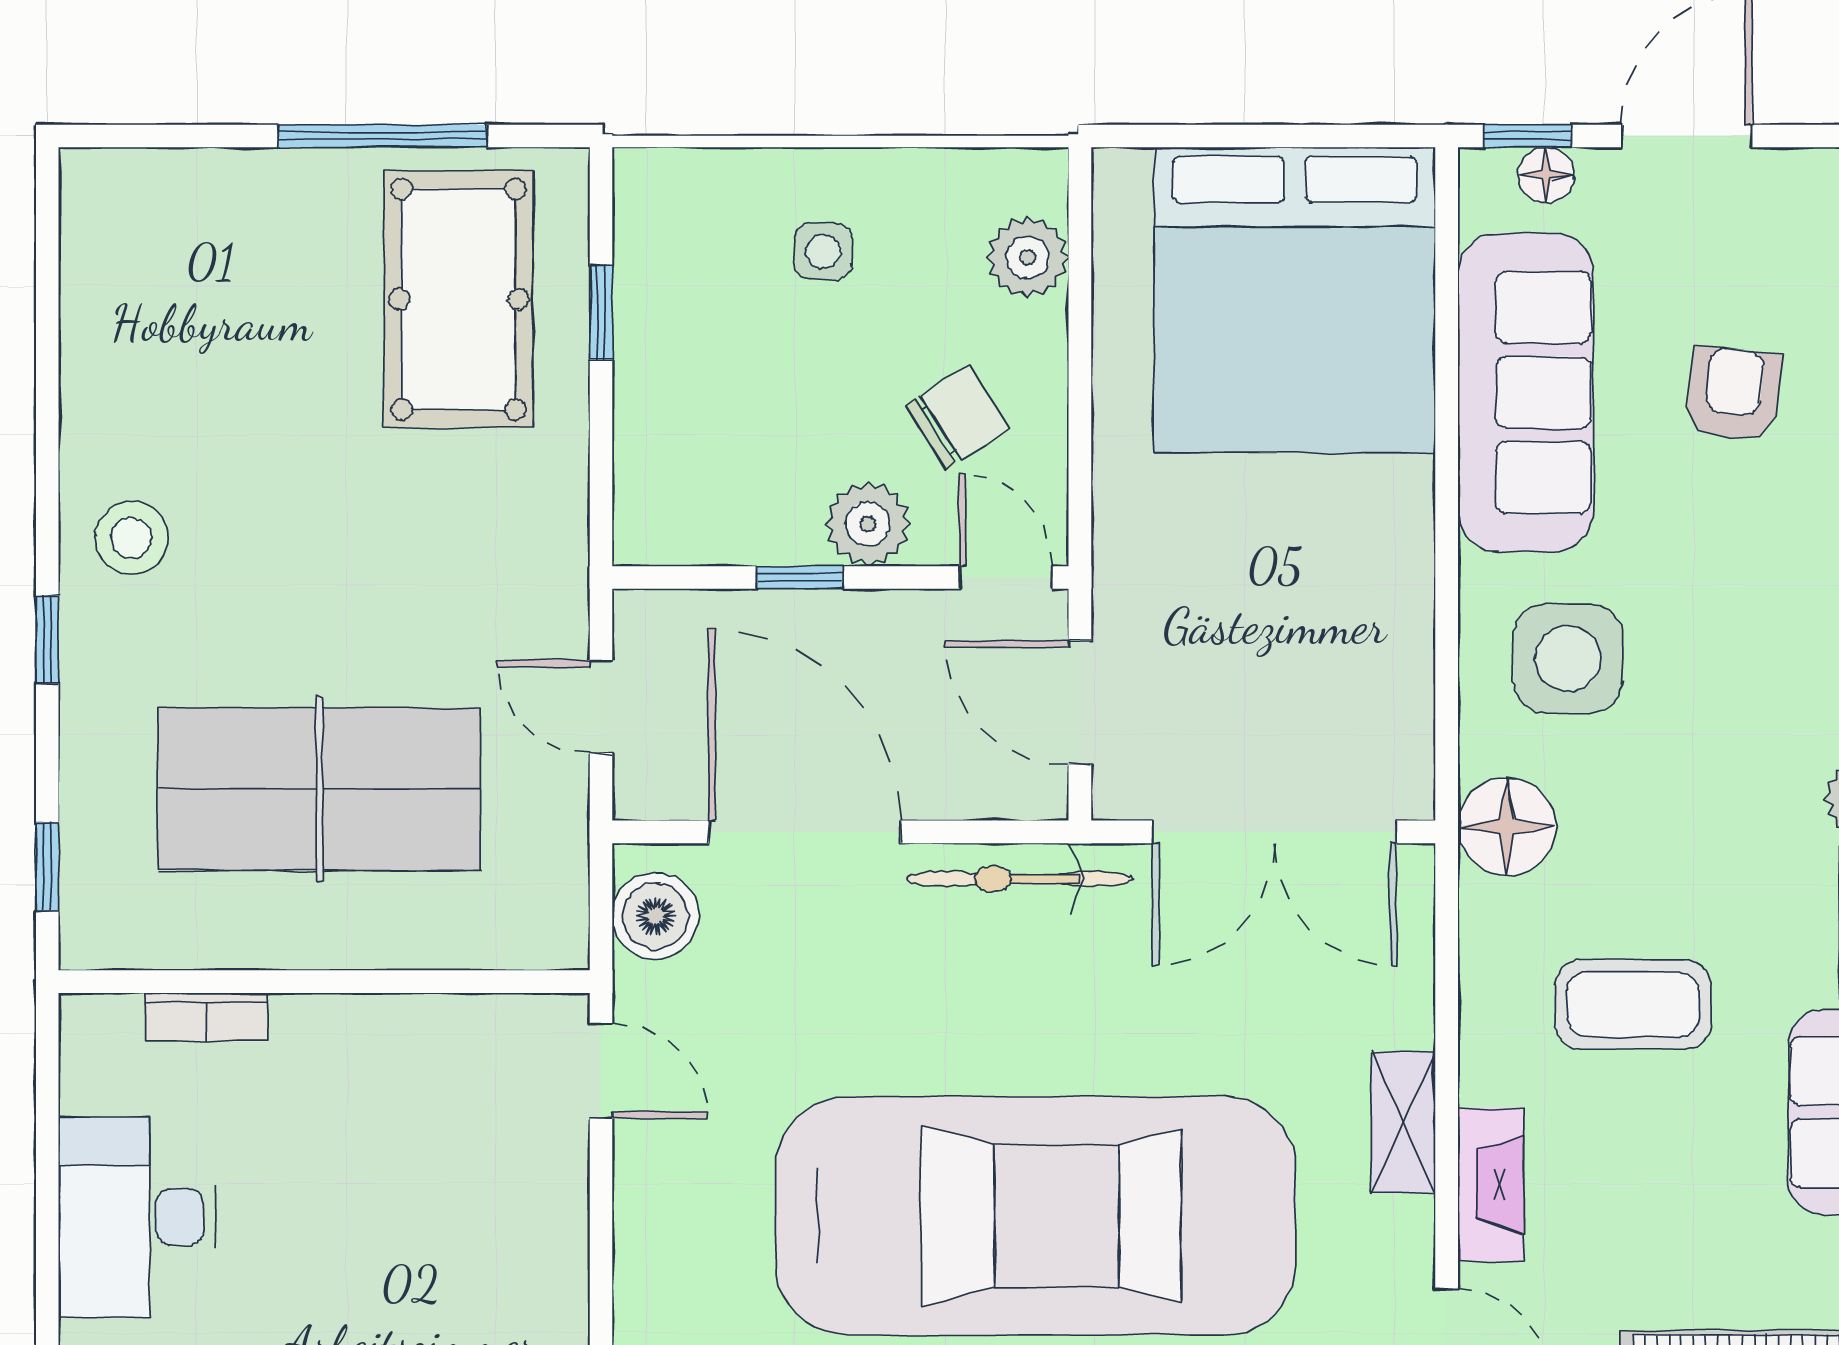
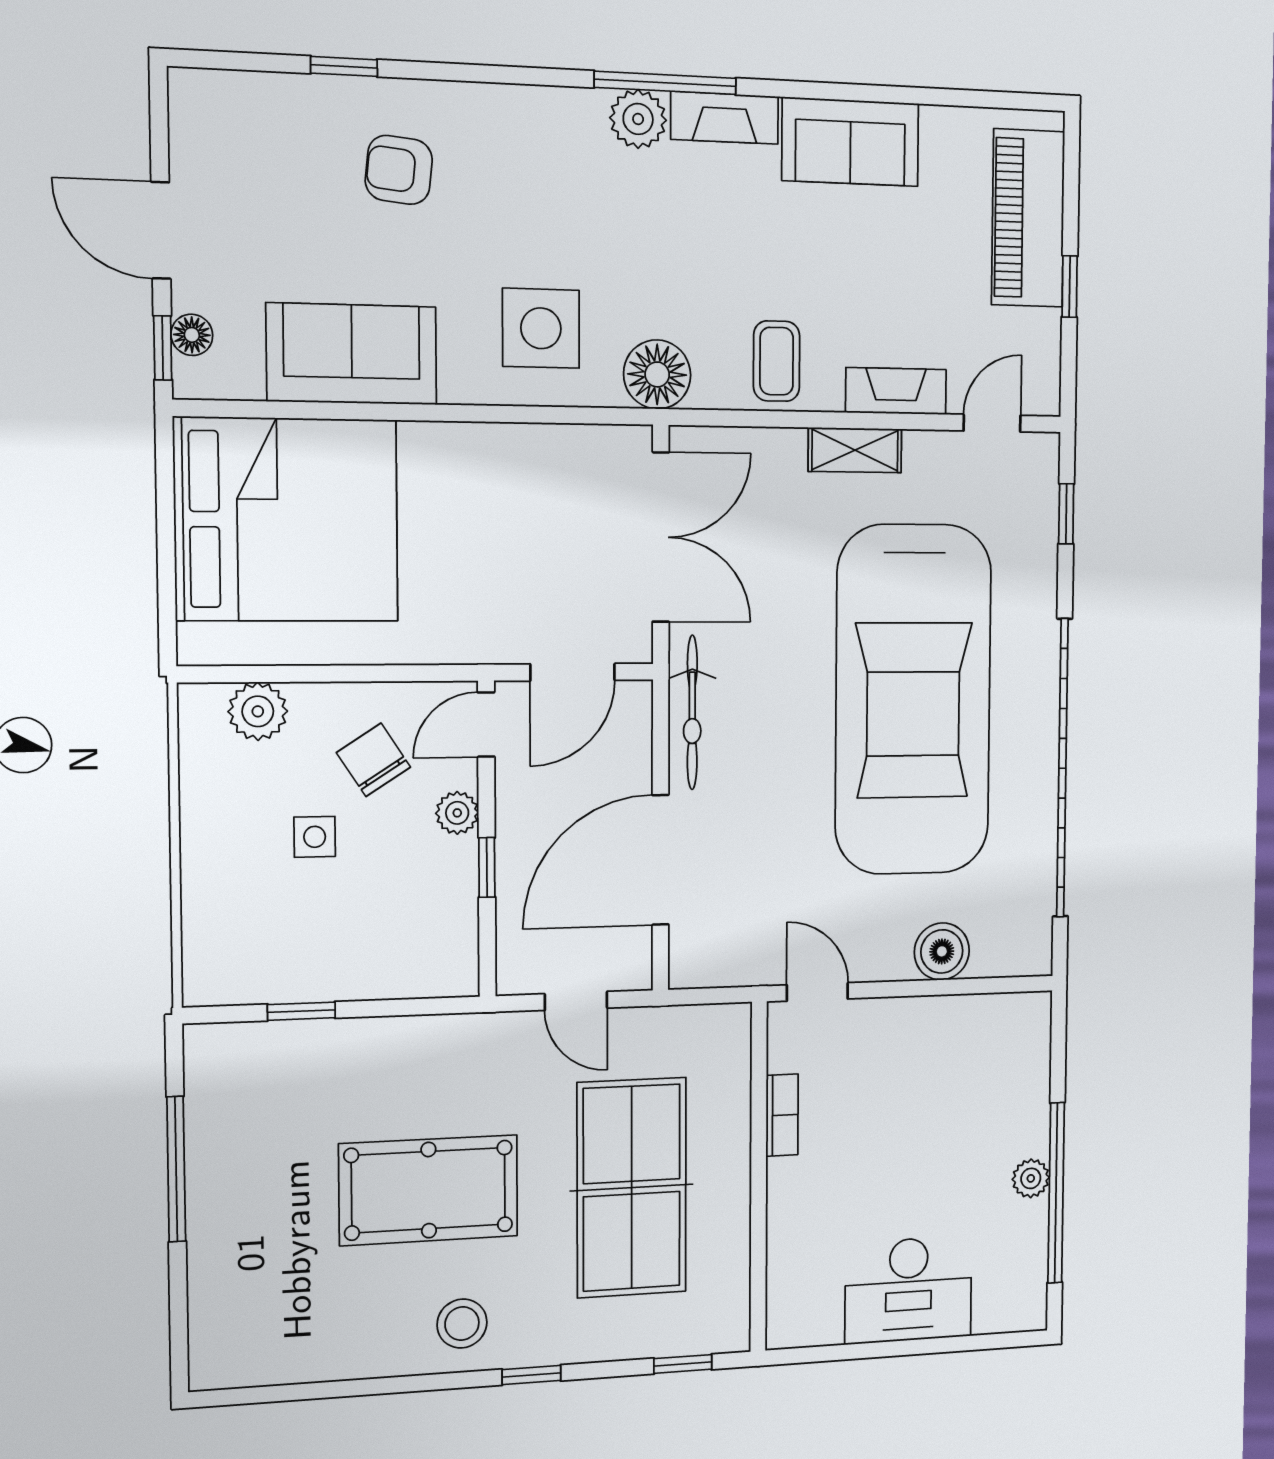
side table: (823, 251) -> (315, 837), moved
pool table: (459, 299) -> (429, 1190), moved
sofa: (1526, 392) -> (352, 354), width x0.73
armchair: (1734, 394) -> (399, 170), moved
plant: (868, 524) -> (457, 813), width x0.73, depth x0.73
door: (601, 707) -> (576, 1001), hinge flipped
boiler: (656, 916) -> (942, 951), moved
coffee table: (1633, 1004) -> (777, 361), moved, width x0.73, depth x0.77
bookcase: (206, 1017) -> (782, 1115), moved
door: (601, 1071) -> (817, 992), hinge flipped
car: (1036, 1216) -> (913, 700), turned 180

